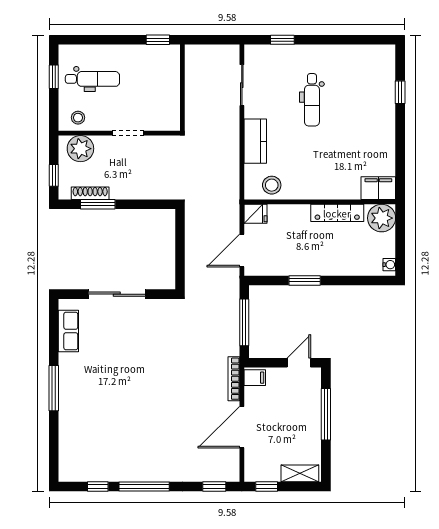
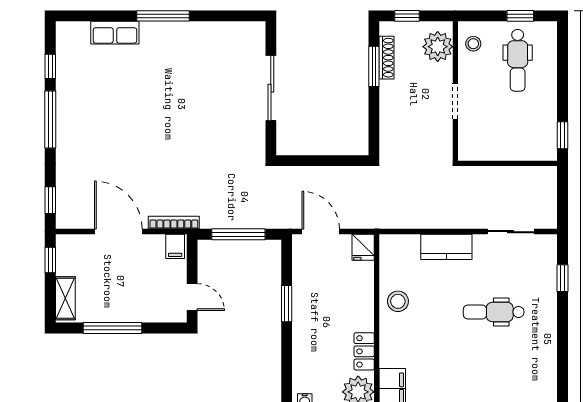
stool: (272, 185) -> (398, 301), moved
locker: (337, 213) -> (364, 351), width x0.66
row of seats: (68, 331) -> (115, 33), moved
window: (326, 414) -> (112, 328), moved

